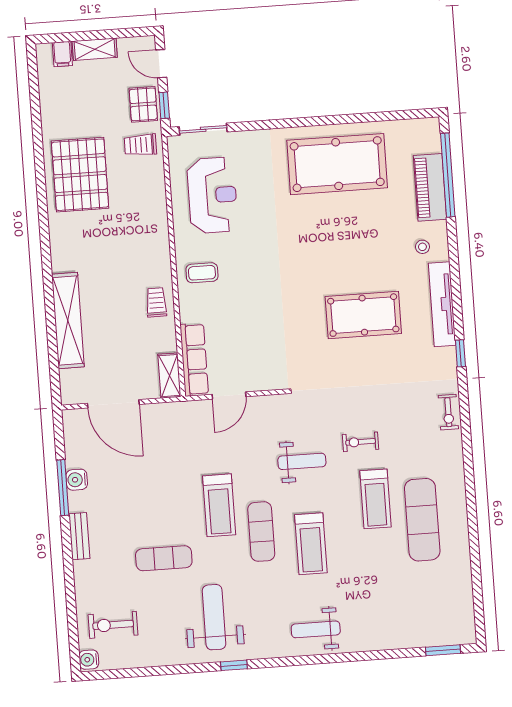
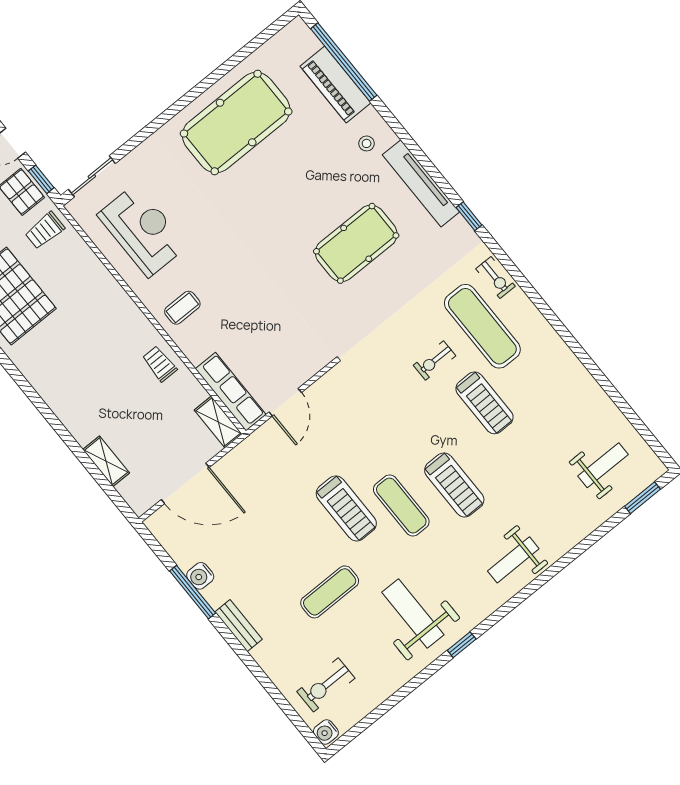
shelving: (68, 320) -> (106, 461), width x0.45, depth x0.75
weight bench: (302, 461) -> (603, 465), moved
exercise mat: (422, 520) -> (482, 326), moved

